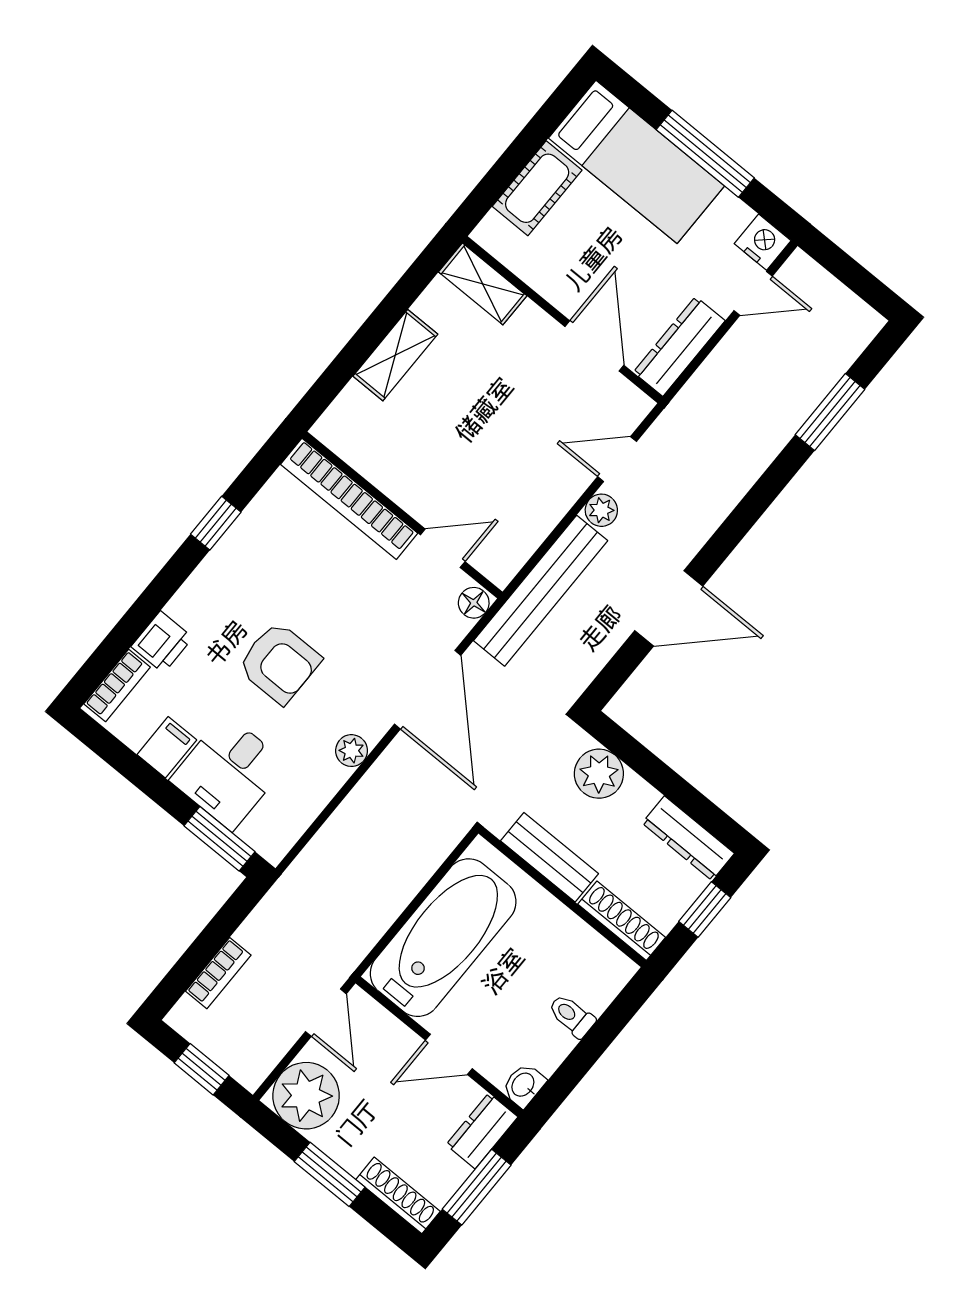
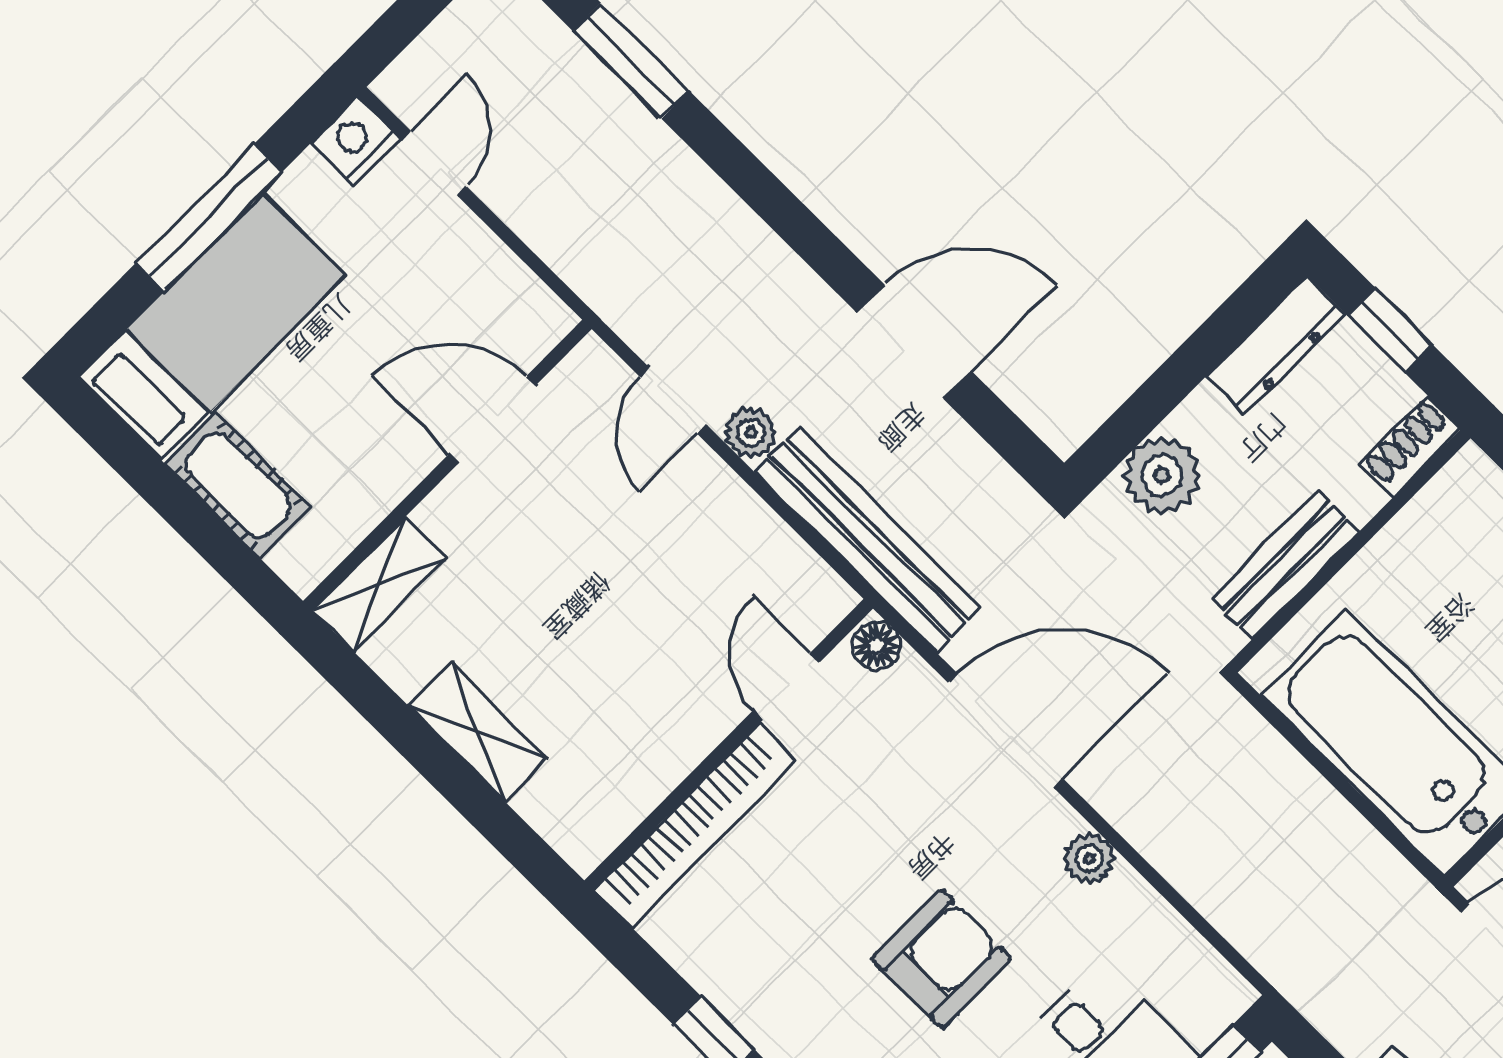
dresser: (679, 346) -> (506, 287), removed
door: (669, 608) -> (914, 342), hinge flipped
shoe rack: (622, 921) -> (1410, 447), width x0.70

